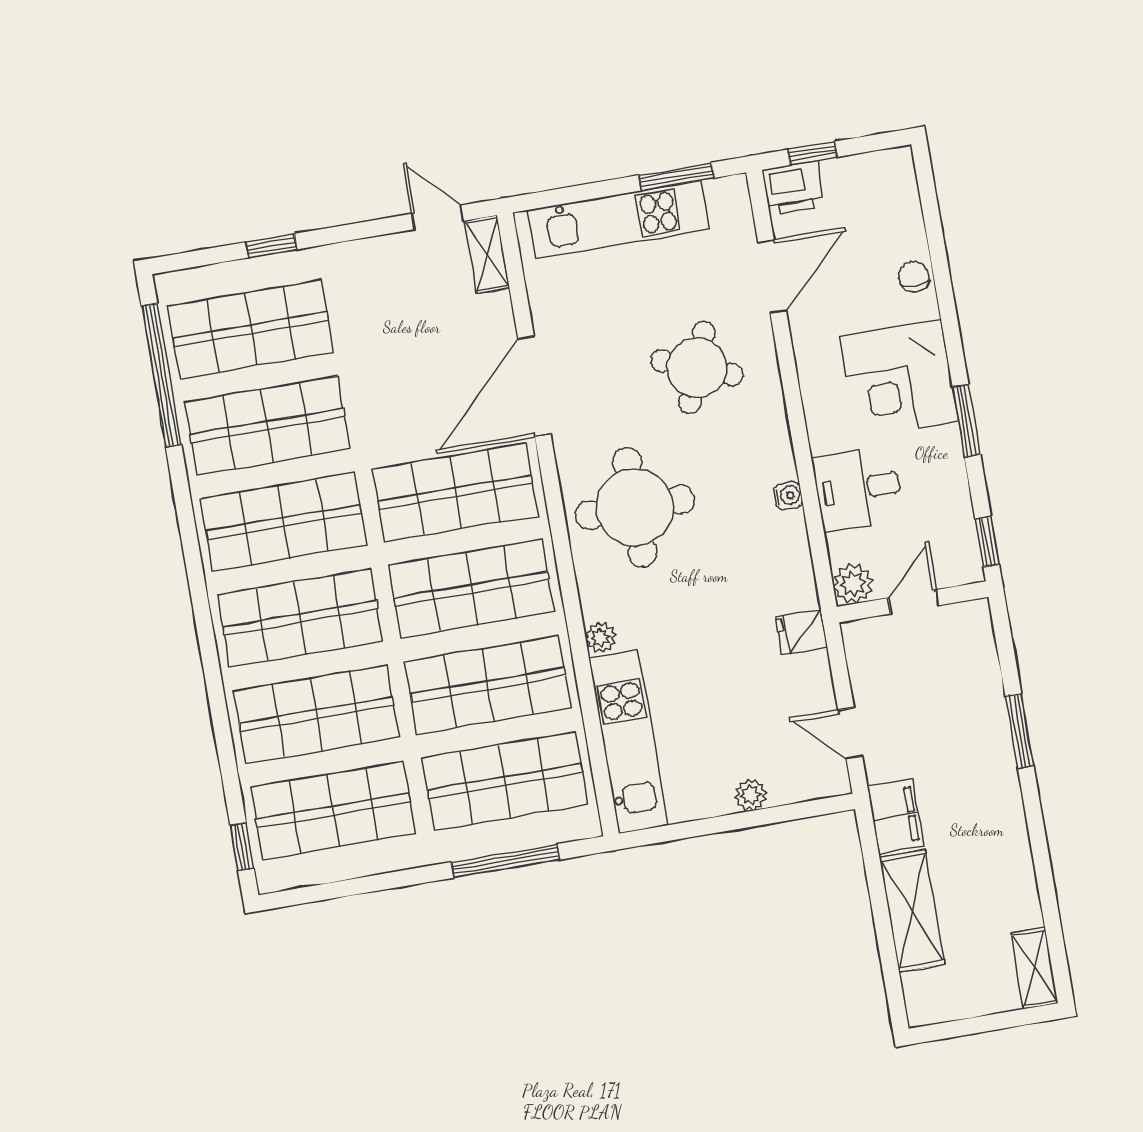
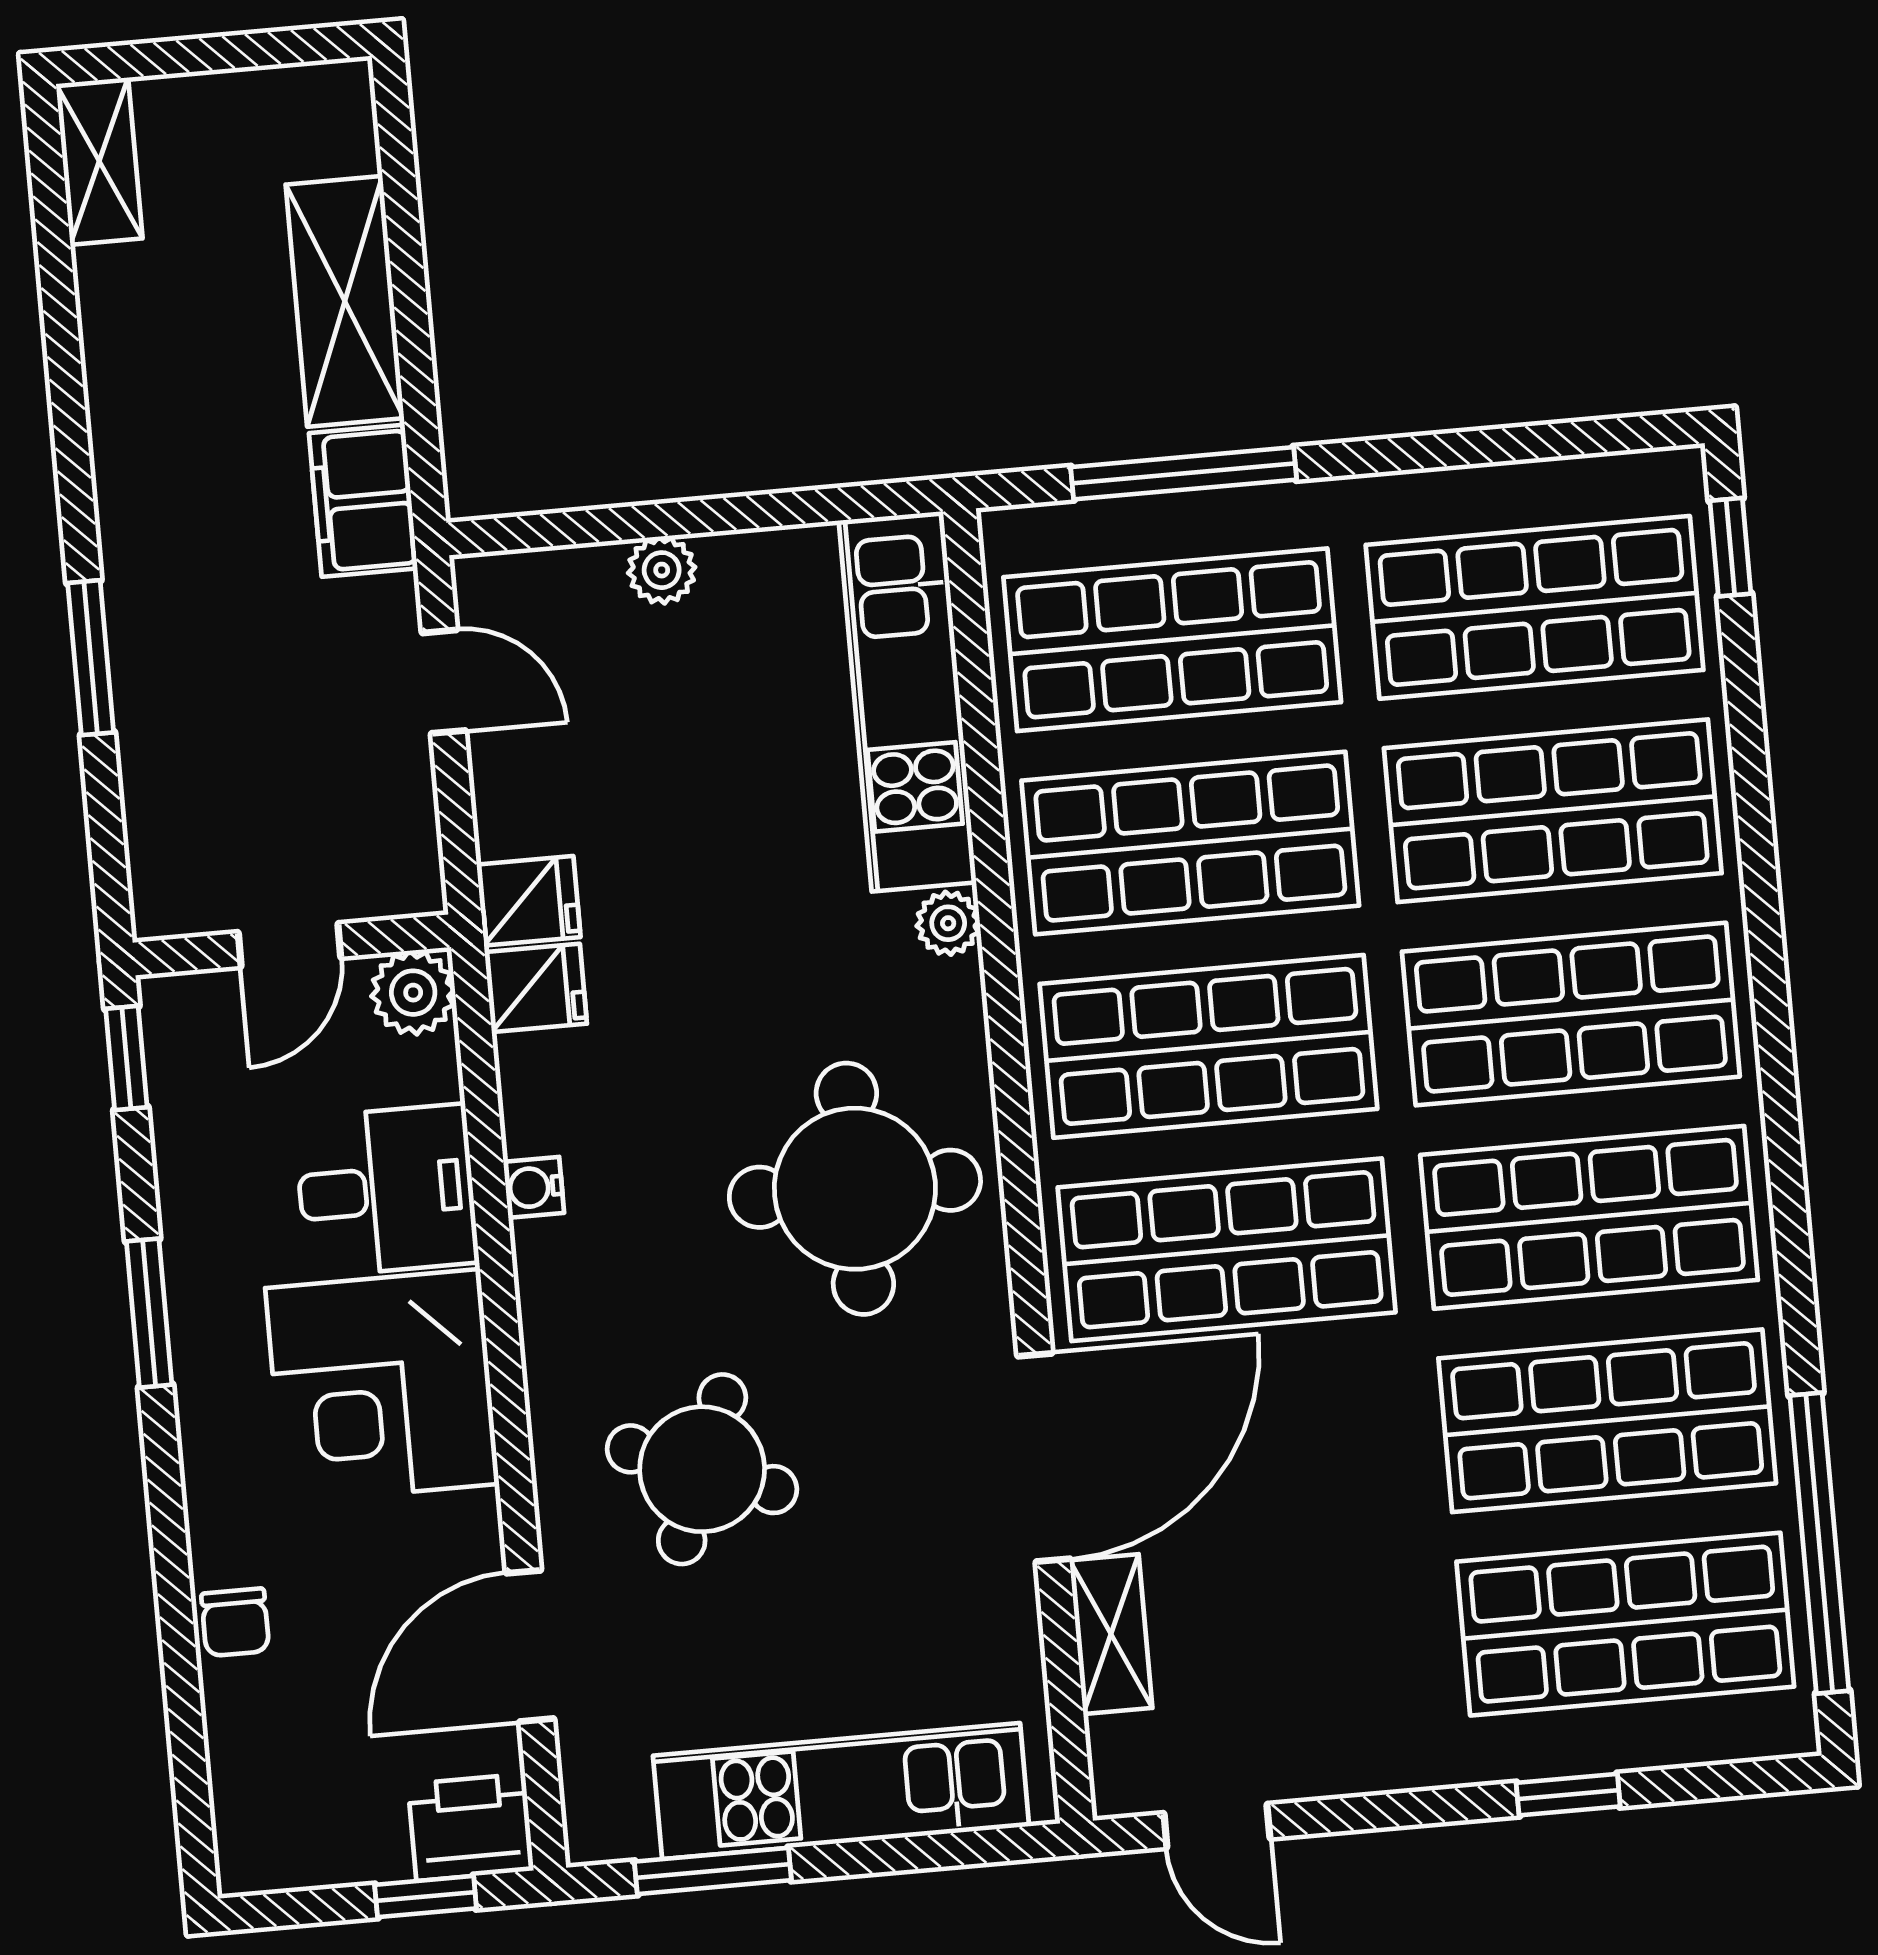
shelving: (487, 254) -> (1111, 1634), moved
corner desk: (899, 379) -> (382, 1386), moved, turned 180
fridge: (795, 591) -> (536, 988), added

